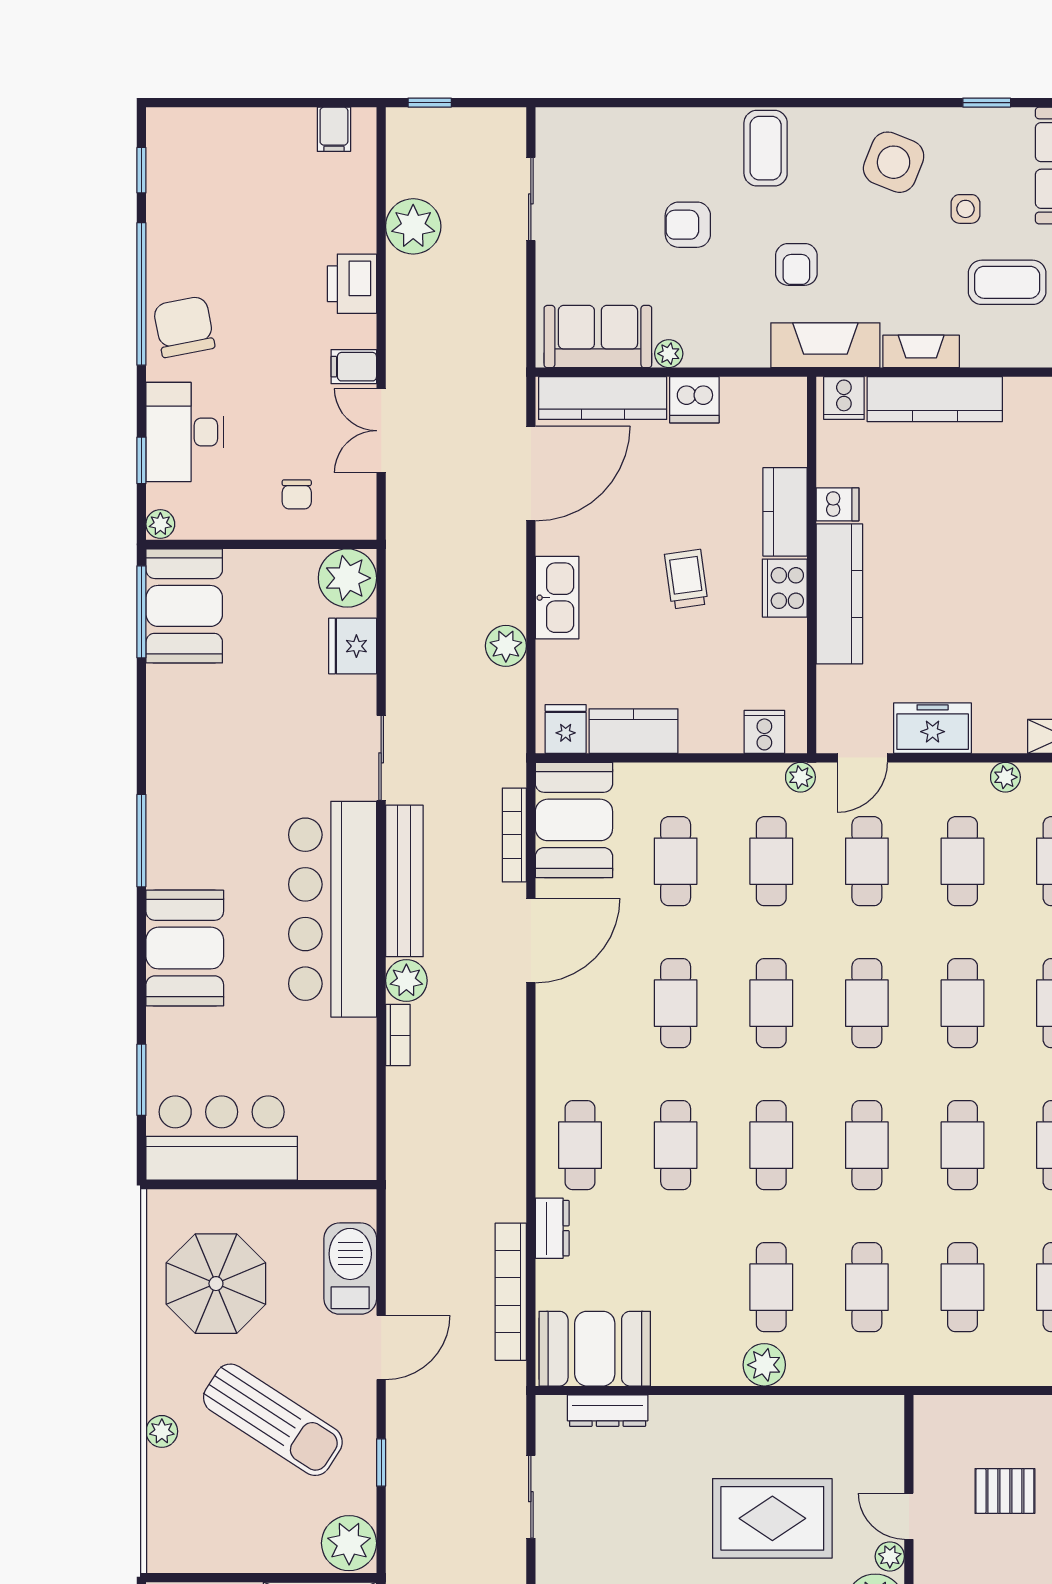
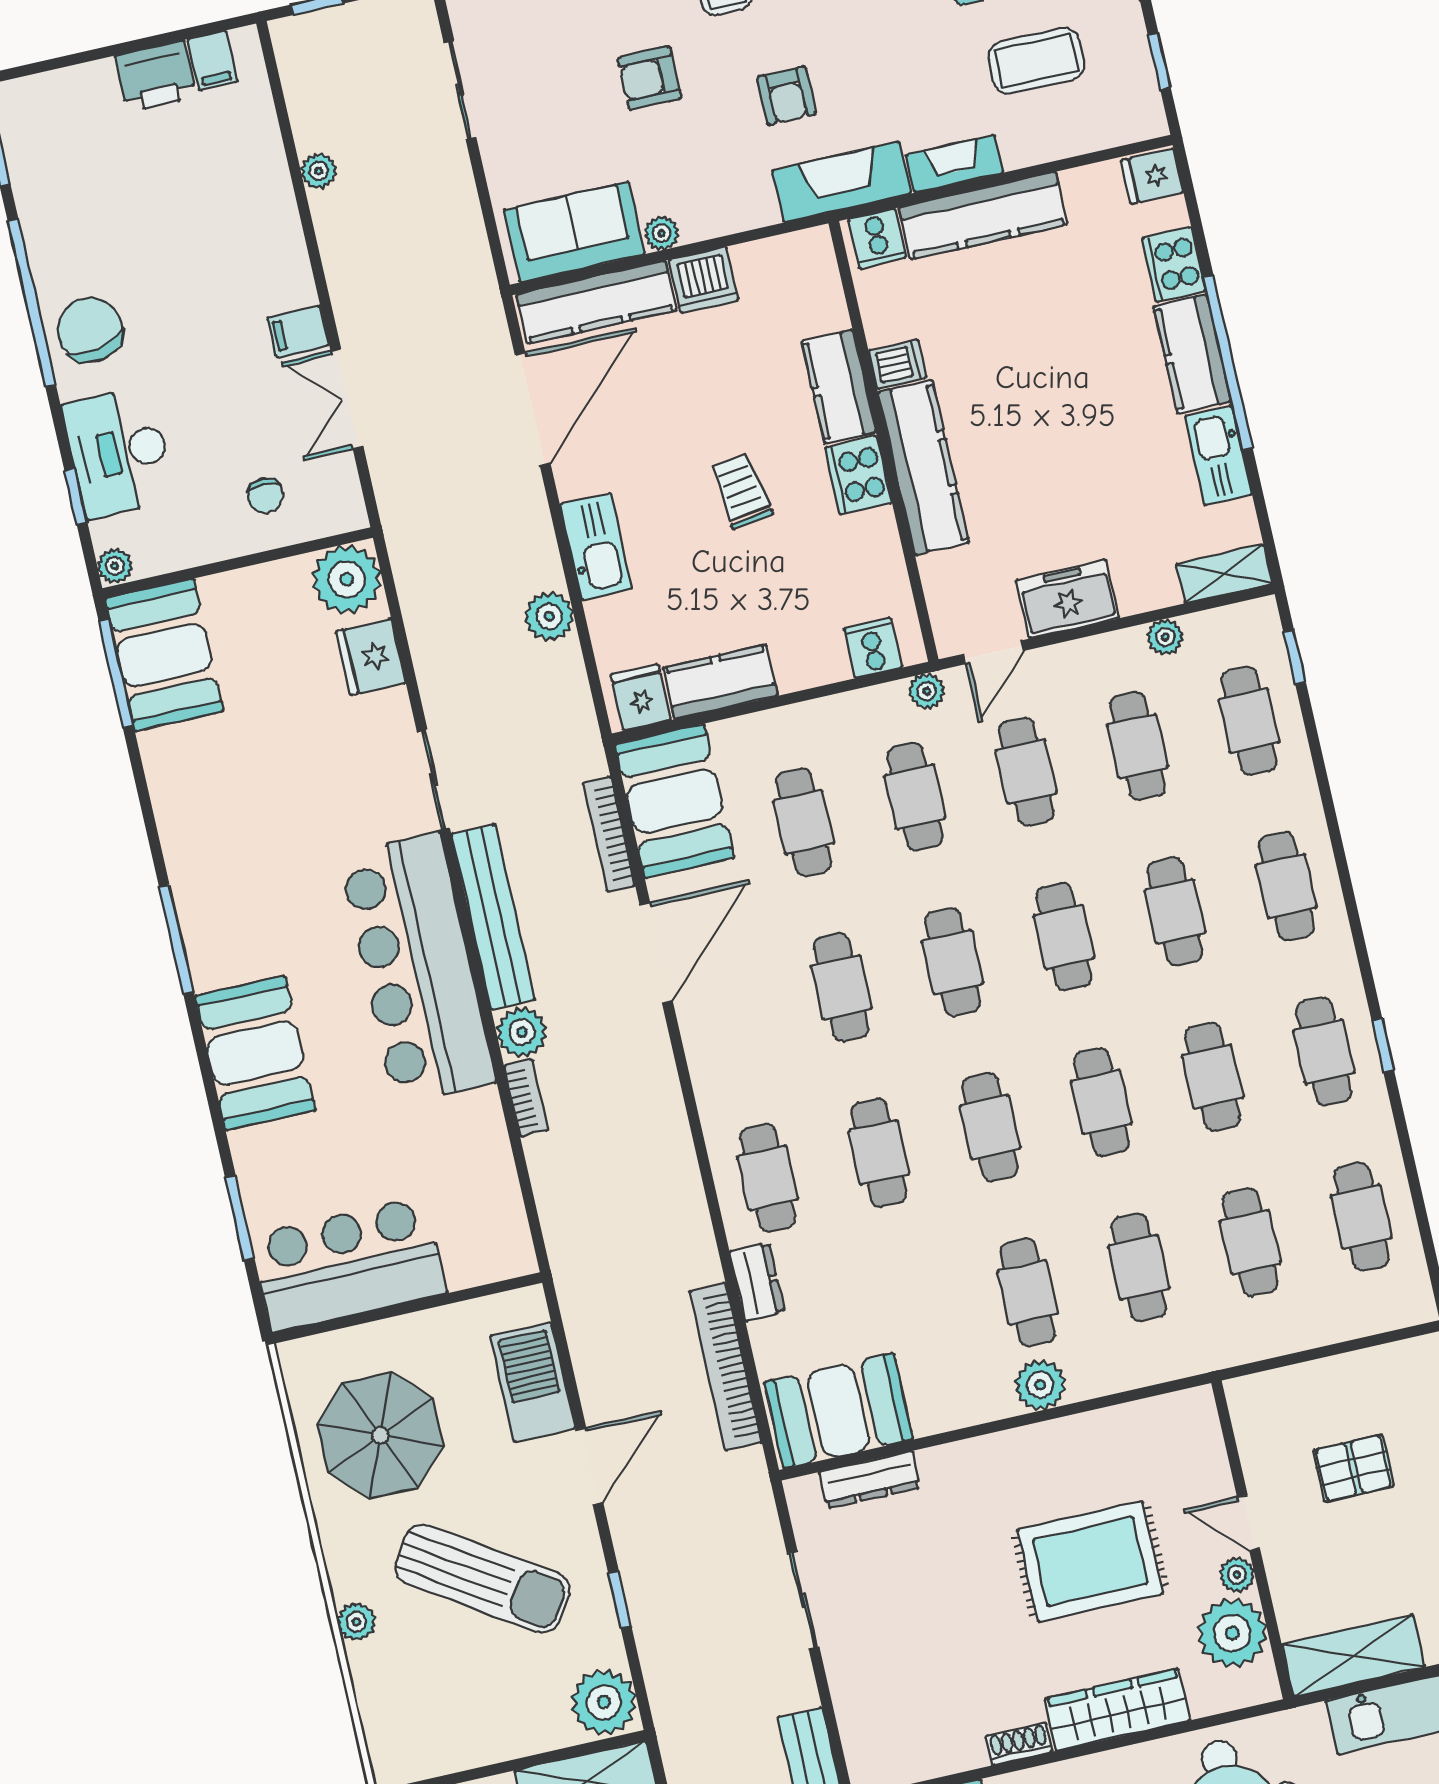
plant: (413, 226) -> (319, 171), width x0.53, depth x0.53
printer: (352, 284) -> (156, 76), moved, turned -90

